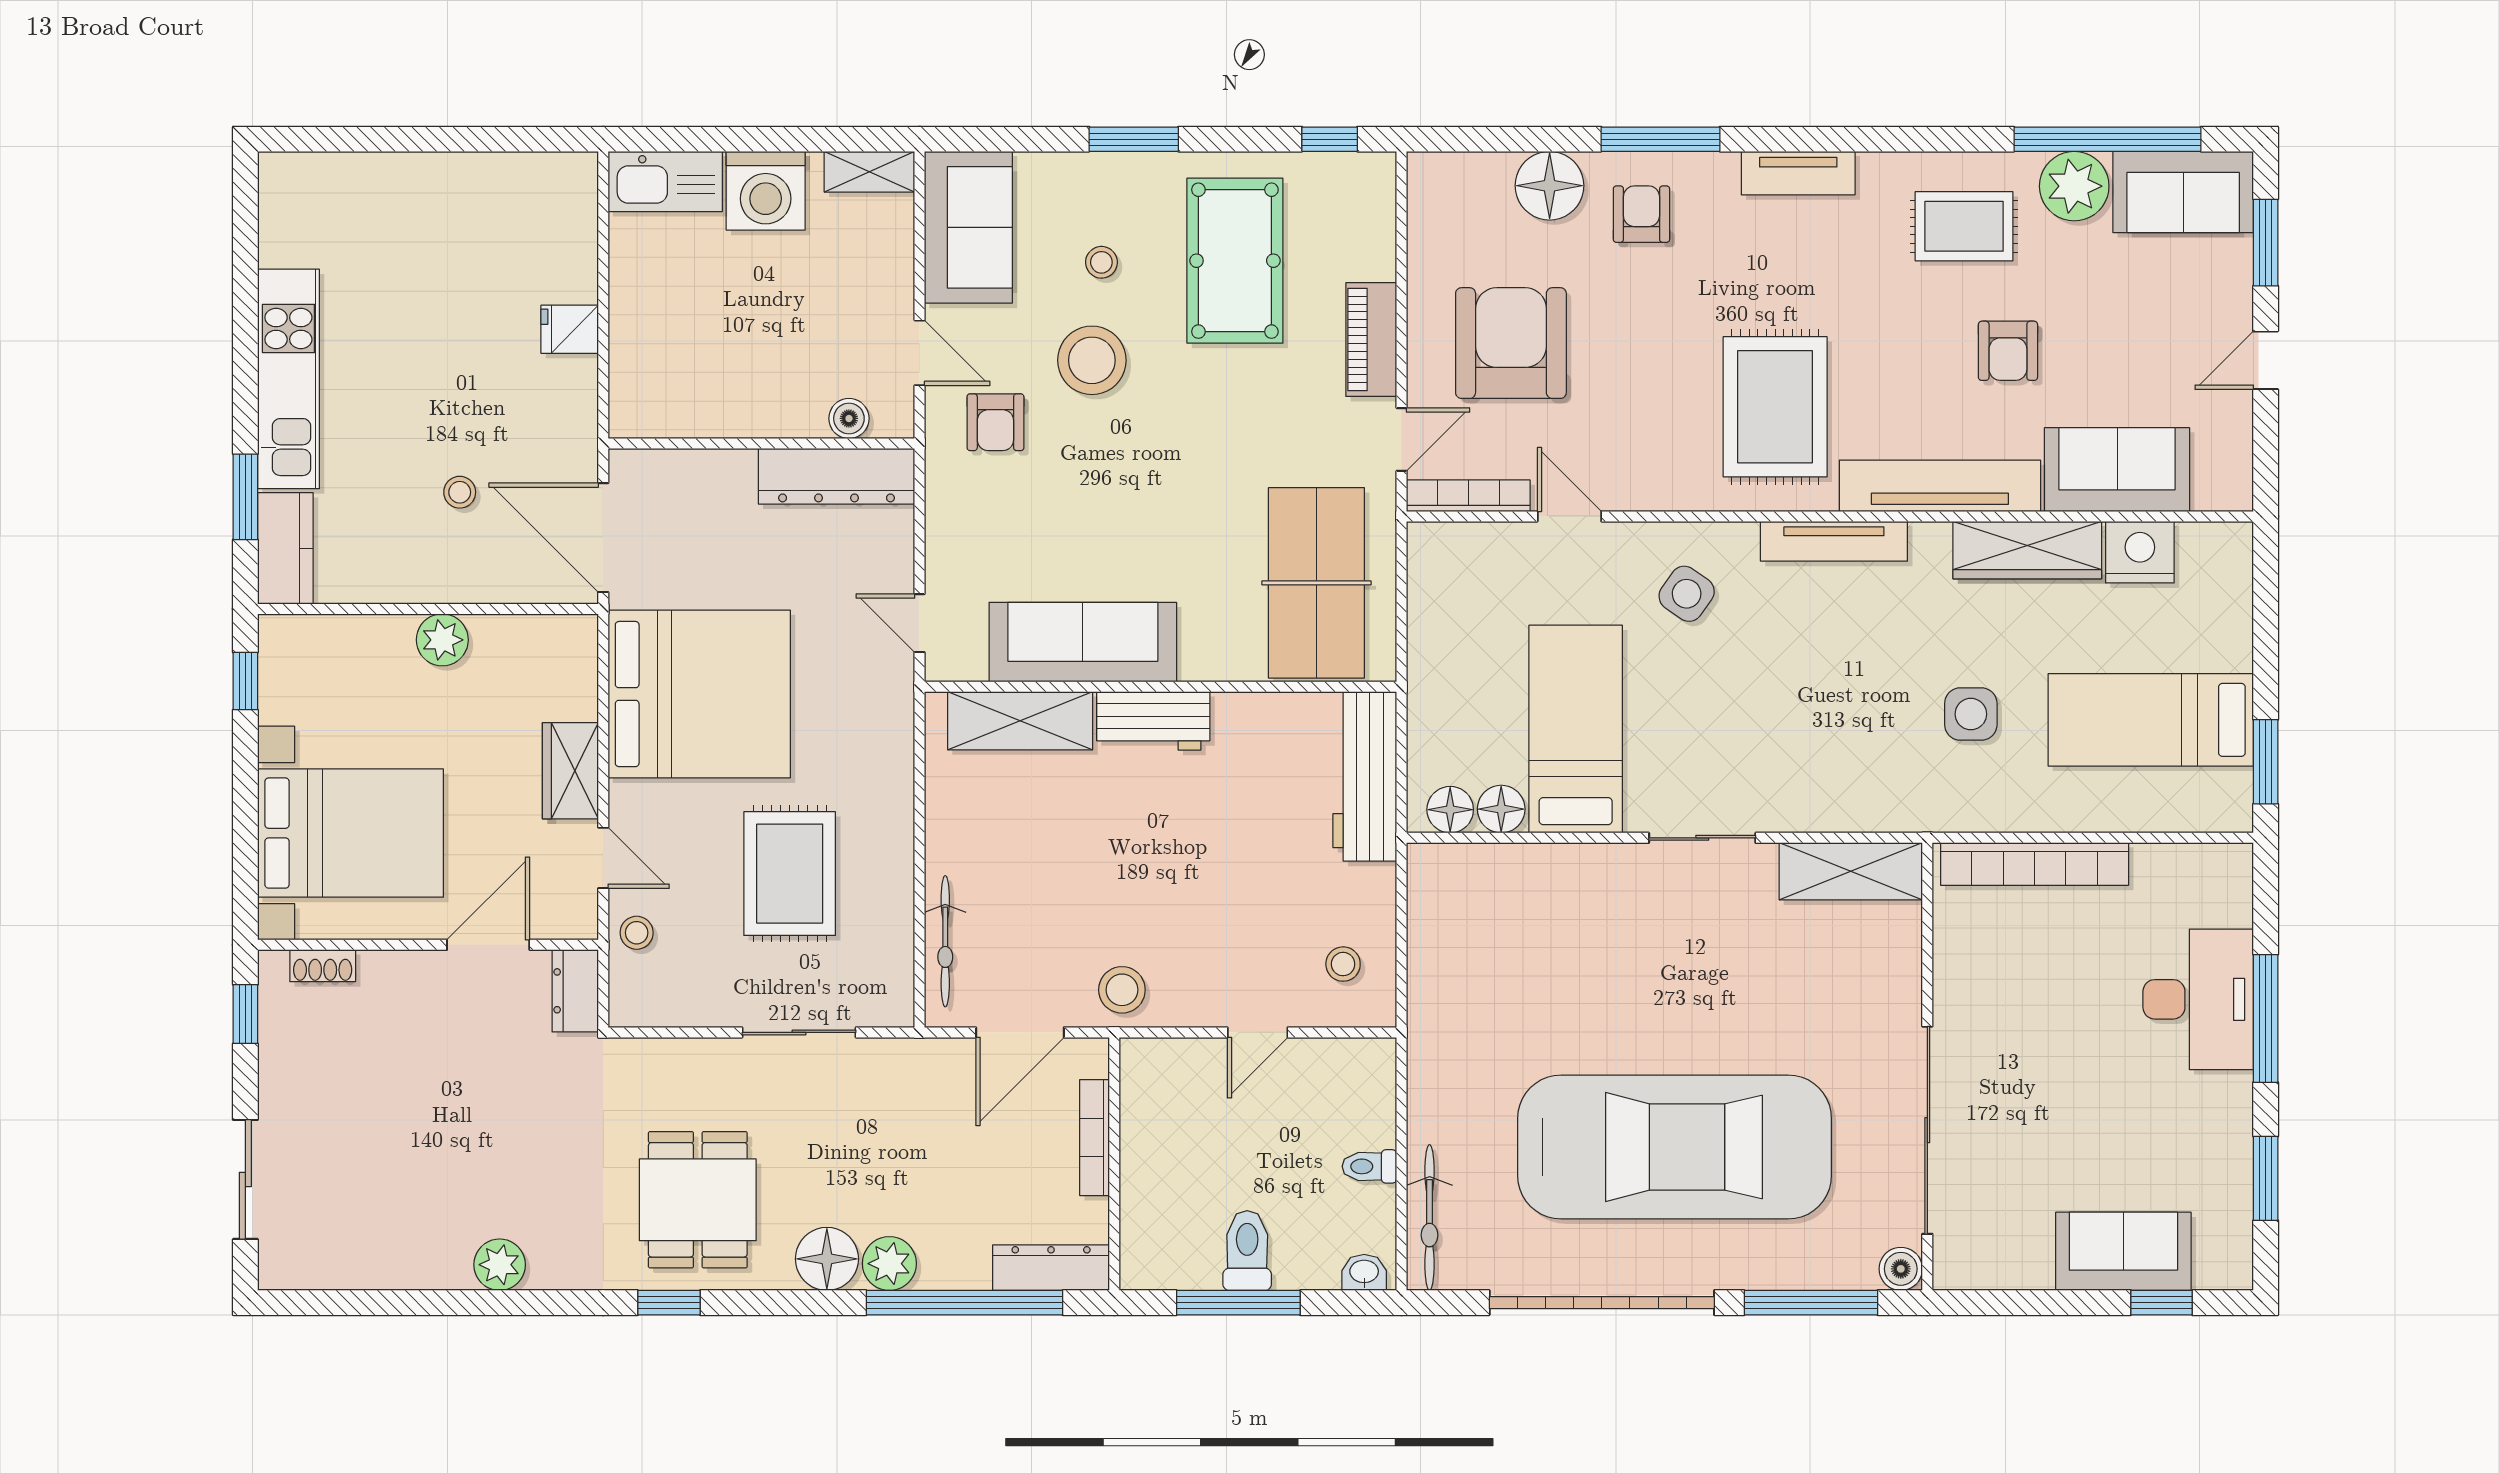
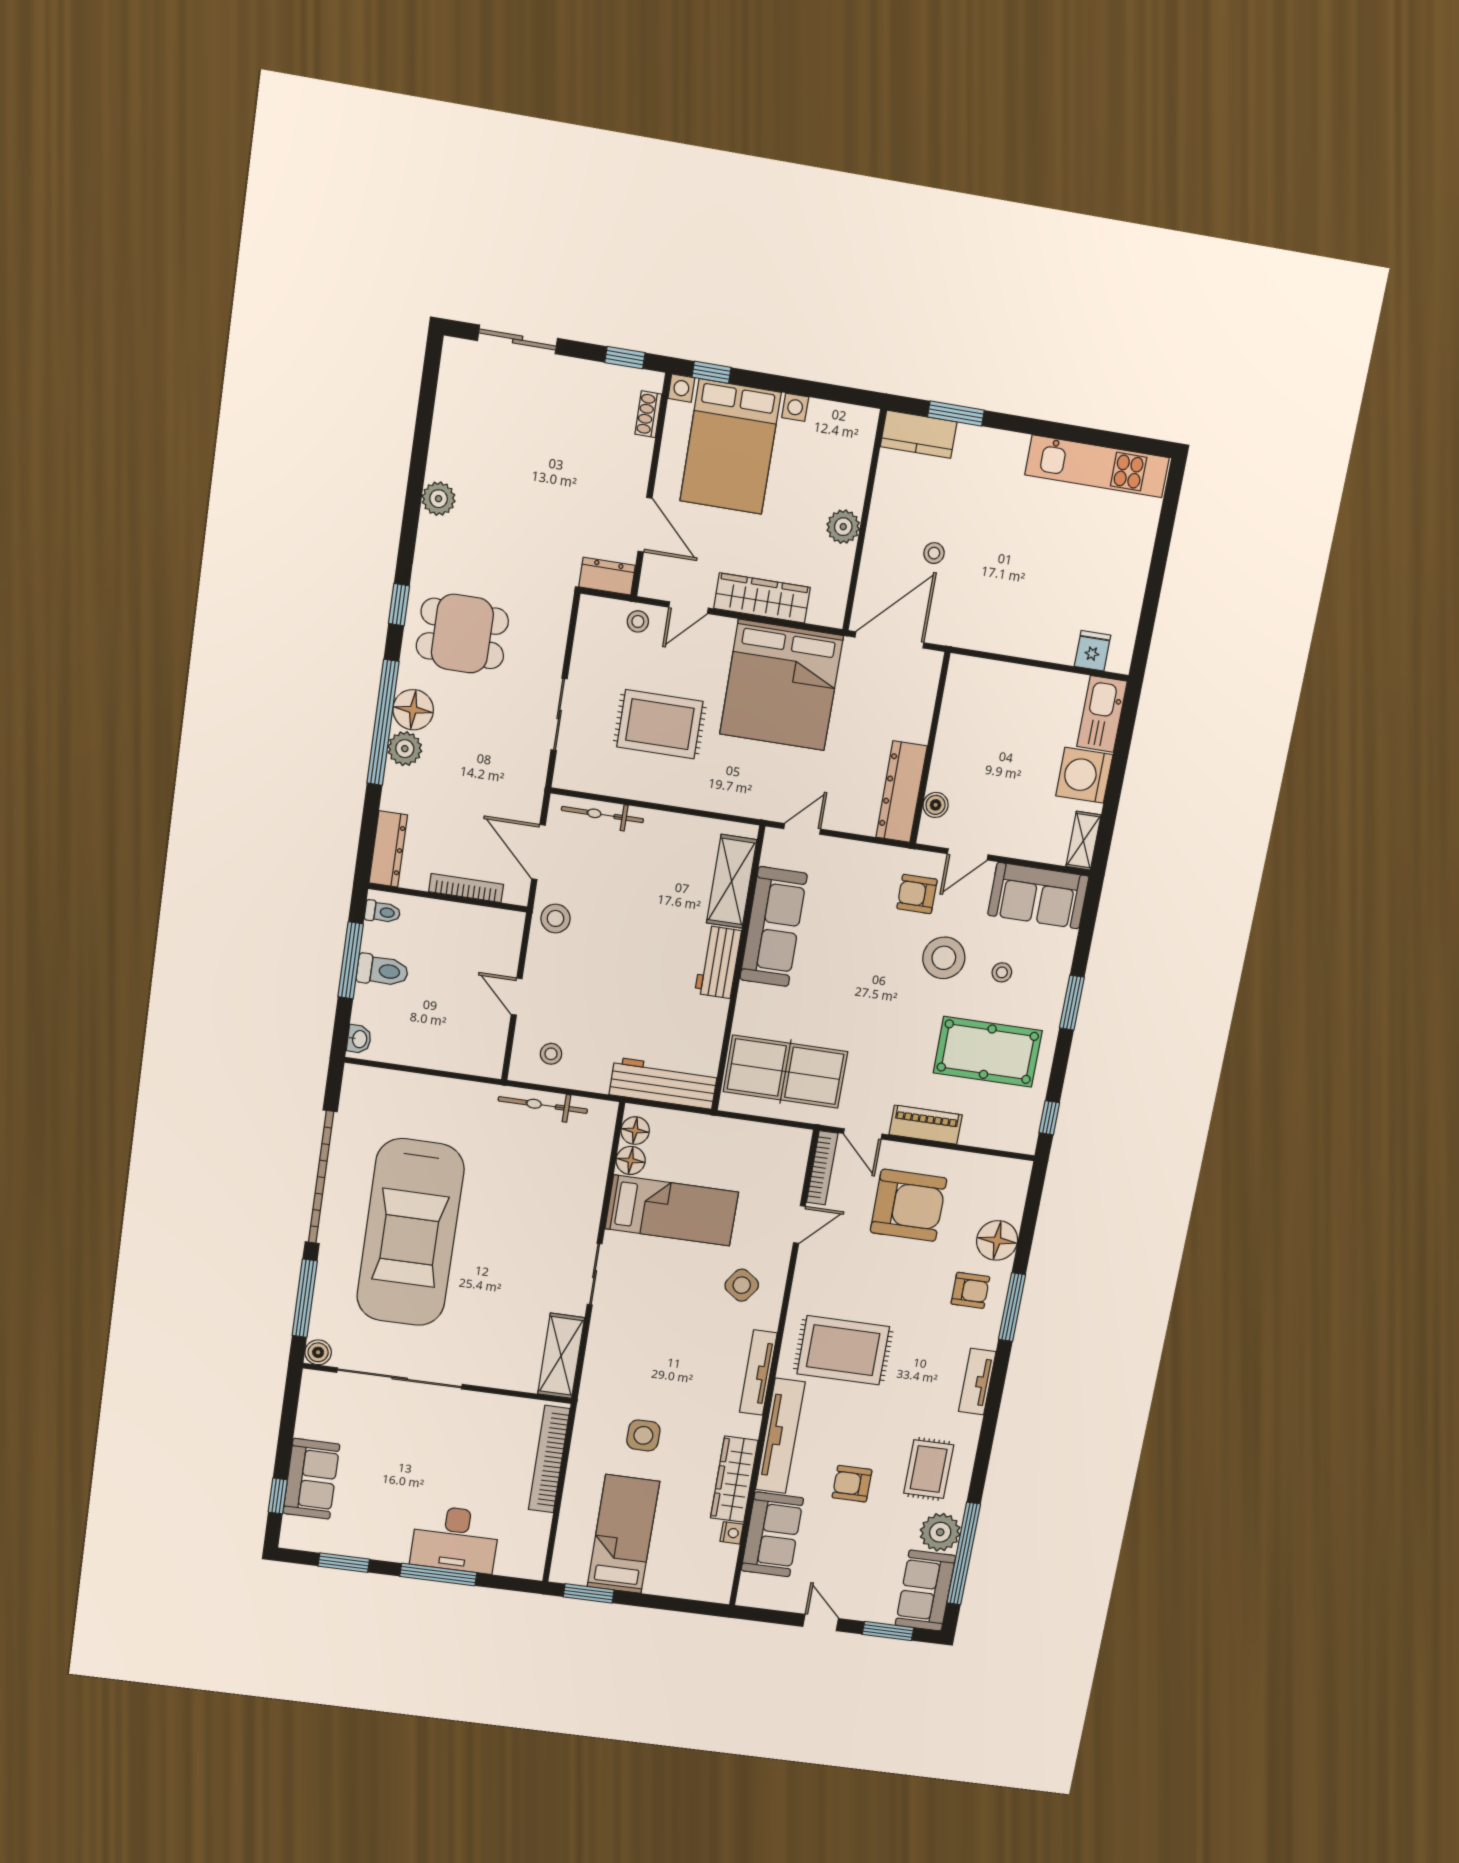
fridge: (570, 329) -> (1092, 651), moved
kitchen unit: (288, 379) -> (1097, 466), moved
nightstand: (2140, 552) -> (732, 1533), width x0.53, depth x0.56
window: (245, 681) -> (711, 372), moved
wardrobe: (570, 771) -> (762, 598), width x1.50
toilet: (1369, 1166) -> (382, 912), moved, turned 90
bicycle: (1430, 1218) -> (543, 1105), moved
window: (964, 1303) -> (383, 723), moved

